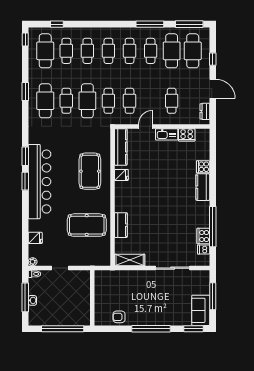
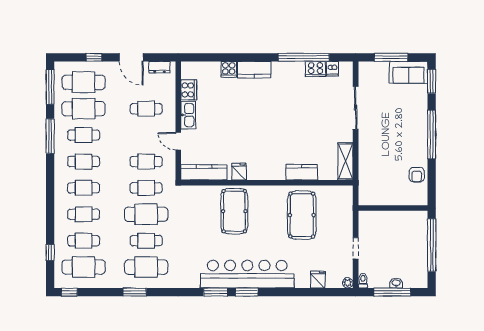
door: (213, 89) -> (131, 57), swing flipped
pool table: (90, 171) -> (234, 211), turned 90

